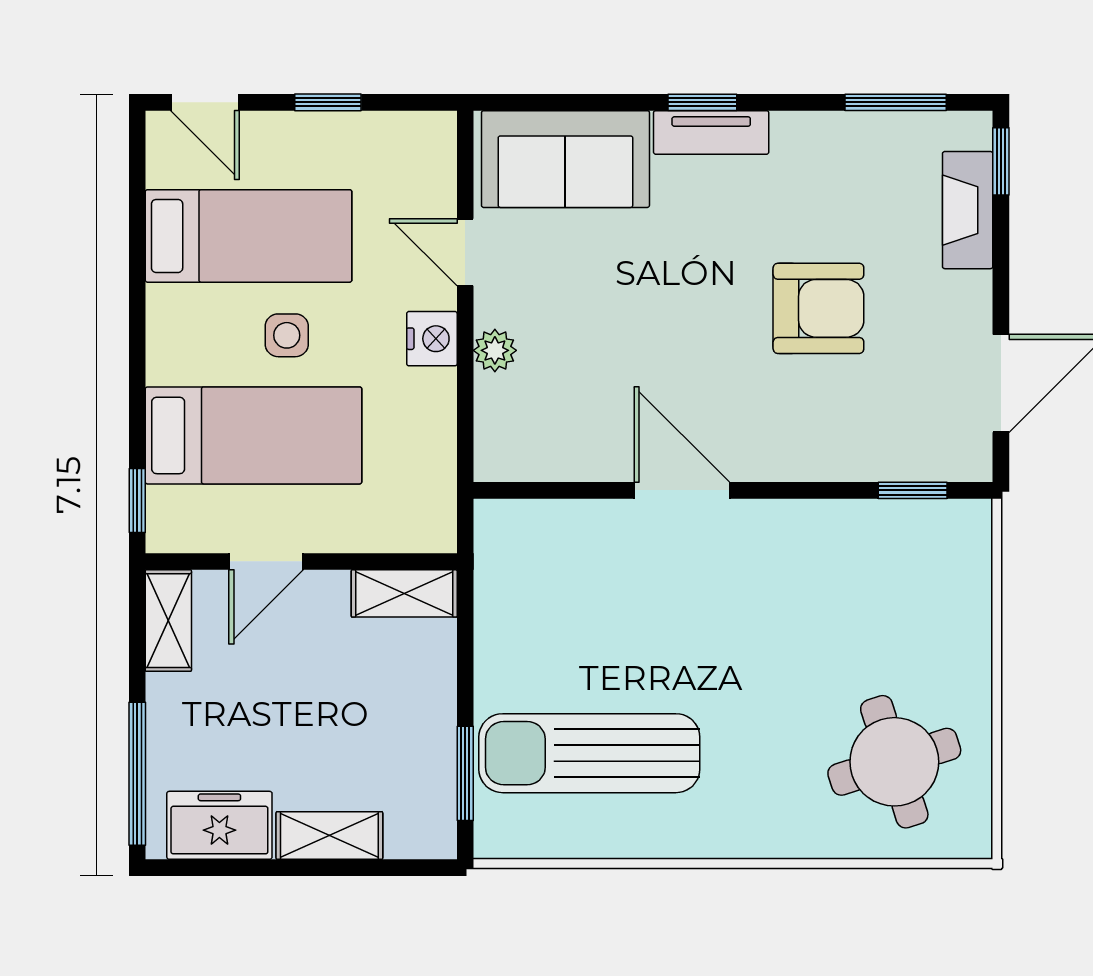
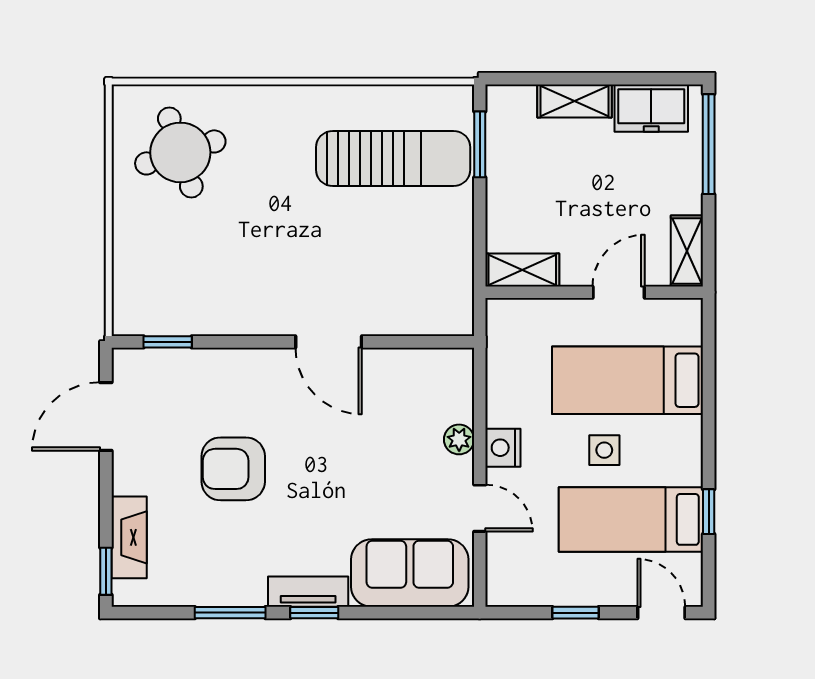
window: (896, 102) -> (230, 613), moved
window: (137, 501) -> (709, 512), moved

